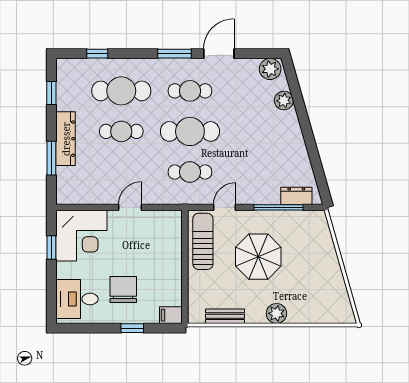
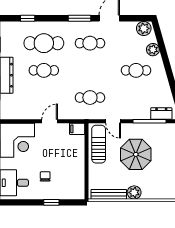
cafe table: (190, 131) -> (136, 70), moved, width x0.73, depth x0.74
door: (224, 207) -> (113, 121), swing flipped
chair: (123, 290) -> (45, 176), width x0.54, depth x0.54
plant: (276, 313) -> (134, 192), moved
filing cabinet: (171, 315) -> (77, 129), moved
bench: (225, 316) -> (109, 194), width x1.36

